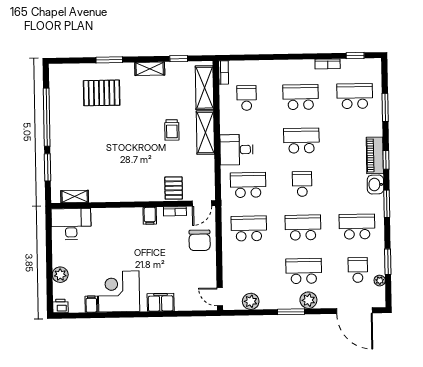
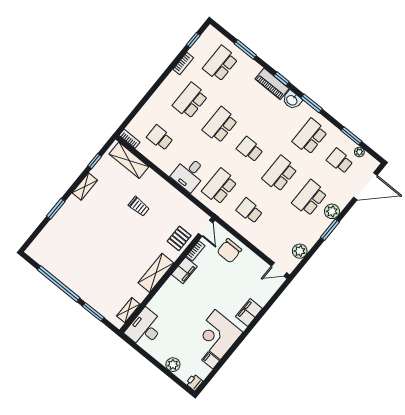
pallet: (102, 93) -> (74, 233), removed
shelving: (205, 132) -> (156, 273), moved, turned 90
pallet: (174, 188) -> (179, 238), turned 90
filing cabinet: (150, 216) -> (184, 270), width x2.00
school desk: (249, 228) -> (249, 211), width x0.54
chair: (200, 240) -> (229, 251), turned 90

